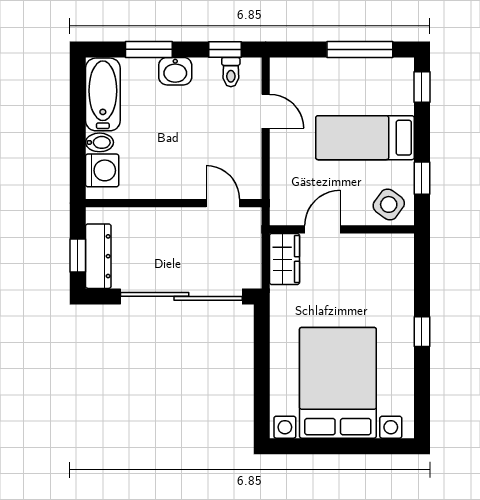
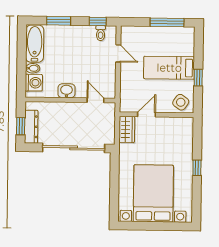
washbasin: (175, 71) -> (66, 91), moved, turned 180
window: (422, 87) -> (199, 42), removed
window: (422, 178) -> (198, 78), moved

